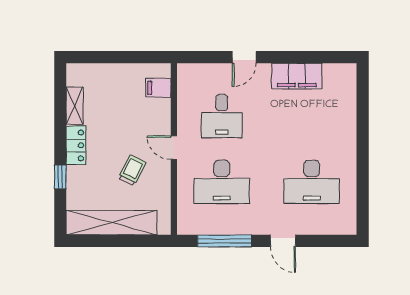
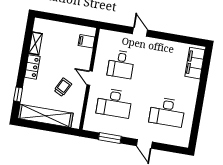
door: (244, 57) -> (140, 32), swing flipped
filing cabinet: (297, 76) -> (195, 63), moved, turned 90
window: (60, 177) -> (18, 94), moved
window: (224, 241) -> (110, 138), width x0.69

